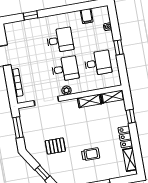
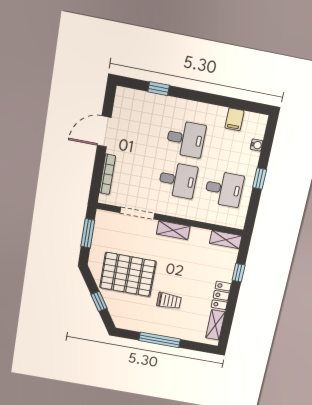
plant: (66, 90) -> (169, 209), removed
shelving: (90, 101) -> (173, 230), moved
pallet: (55, 146) -> (128, 274), width x2.05, depth x2.00

